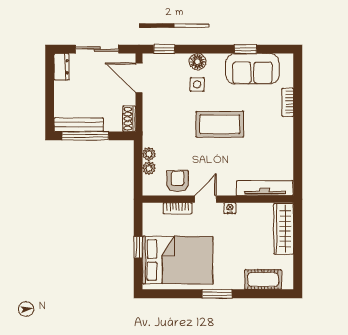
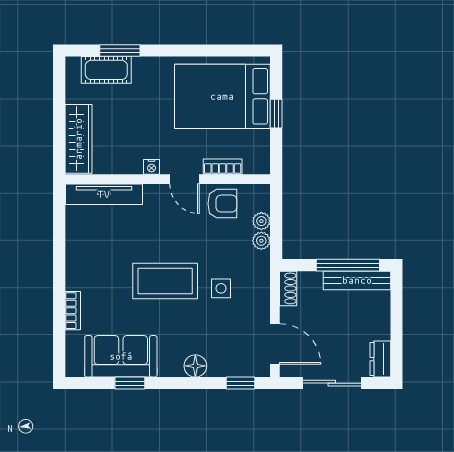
side table: (197, 84) -> (221, 288), moved
armchair: (178, 181) -> (222, 204), turned -90
door: (206, 199) -> (185, 179), hinge flipped
window: (217, 294) -> (120, 50), moved

